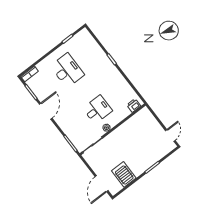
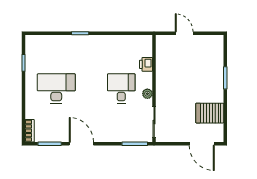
printer: (134, 106) -> (146, 64), moved
door: (170, 135) -> (184, 33), moved

